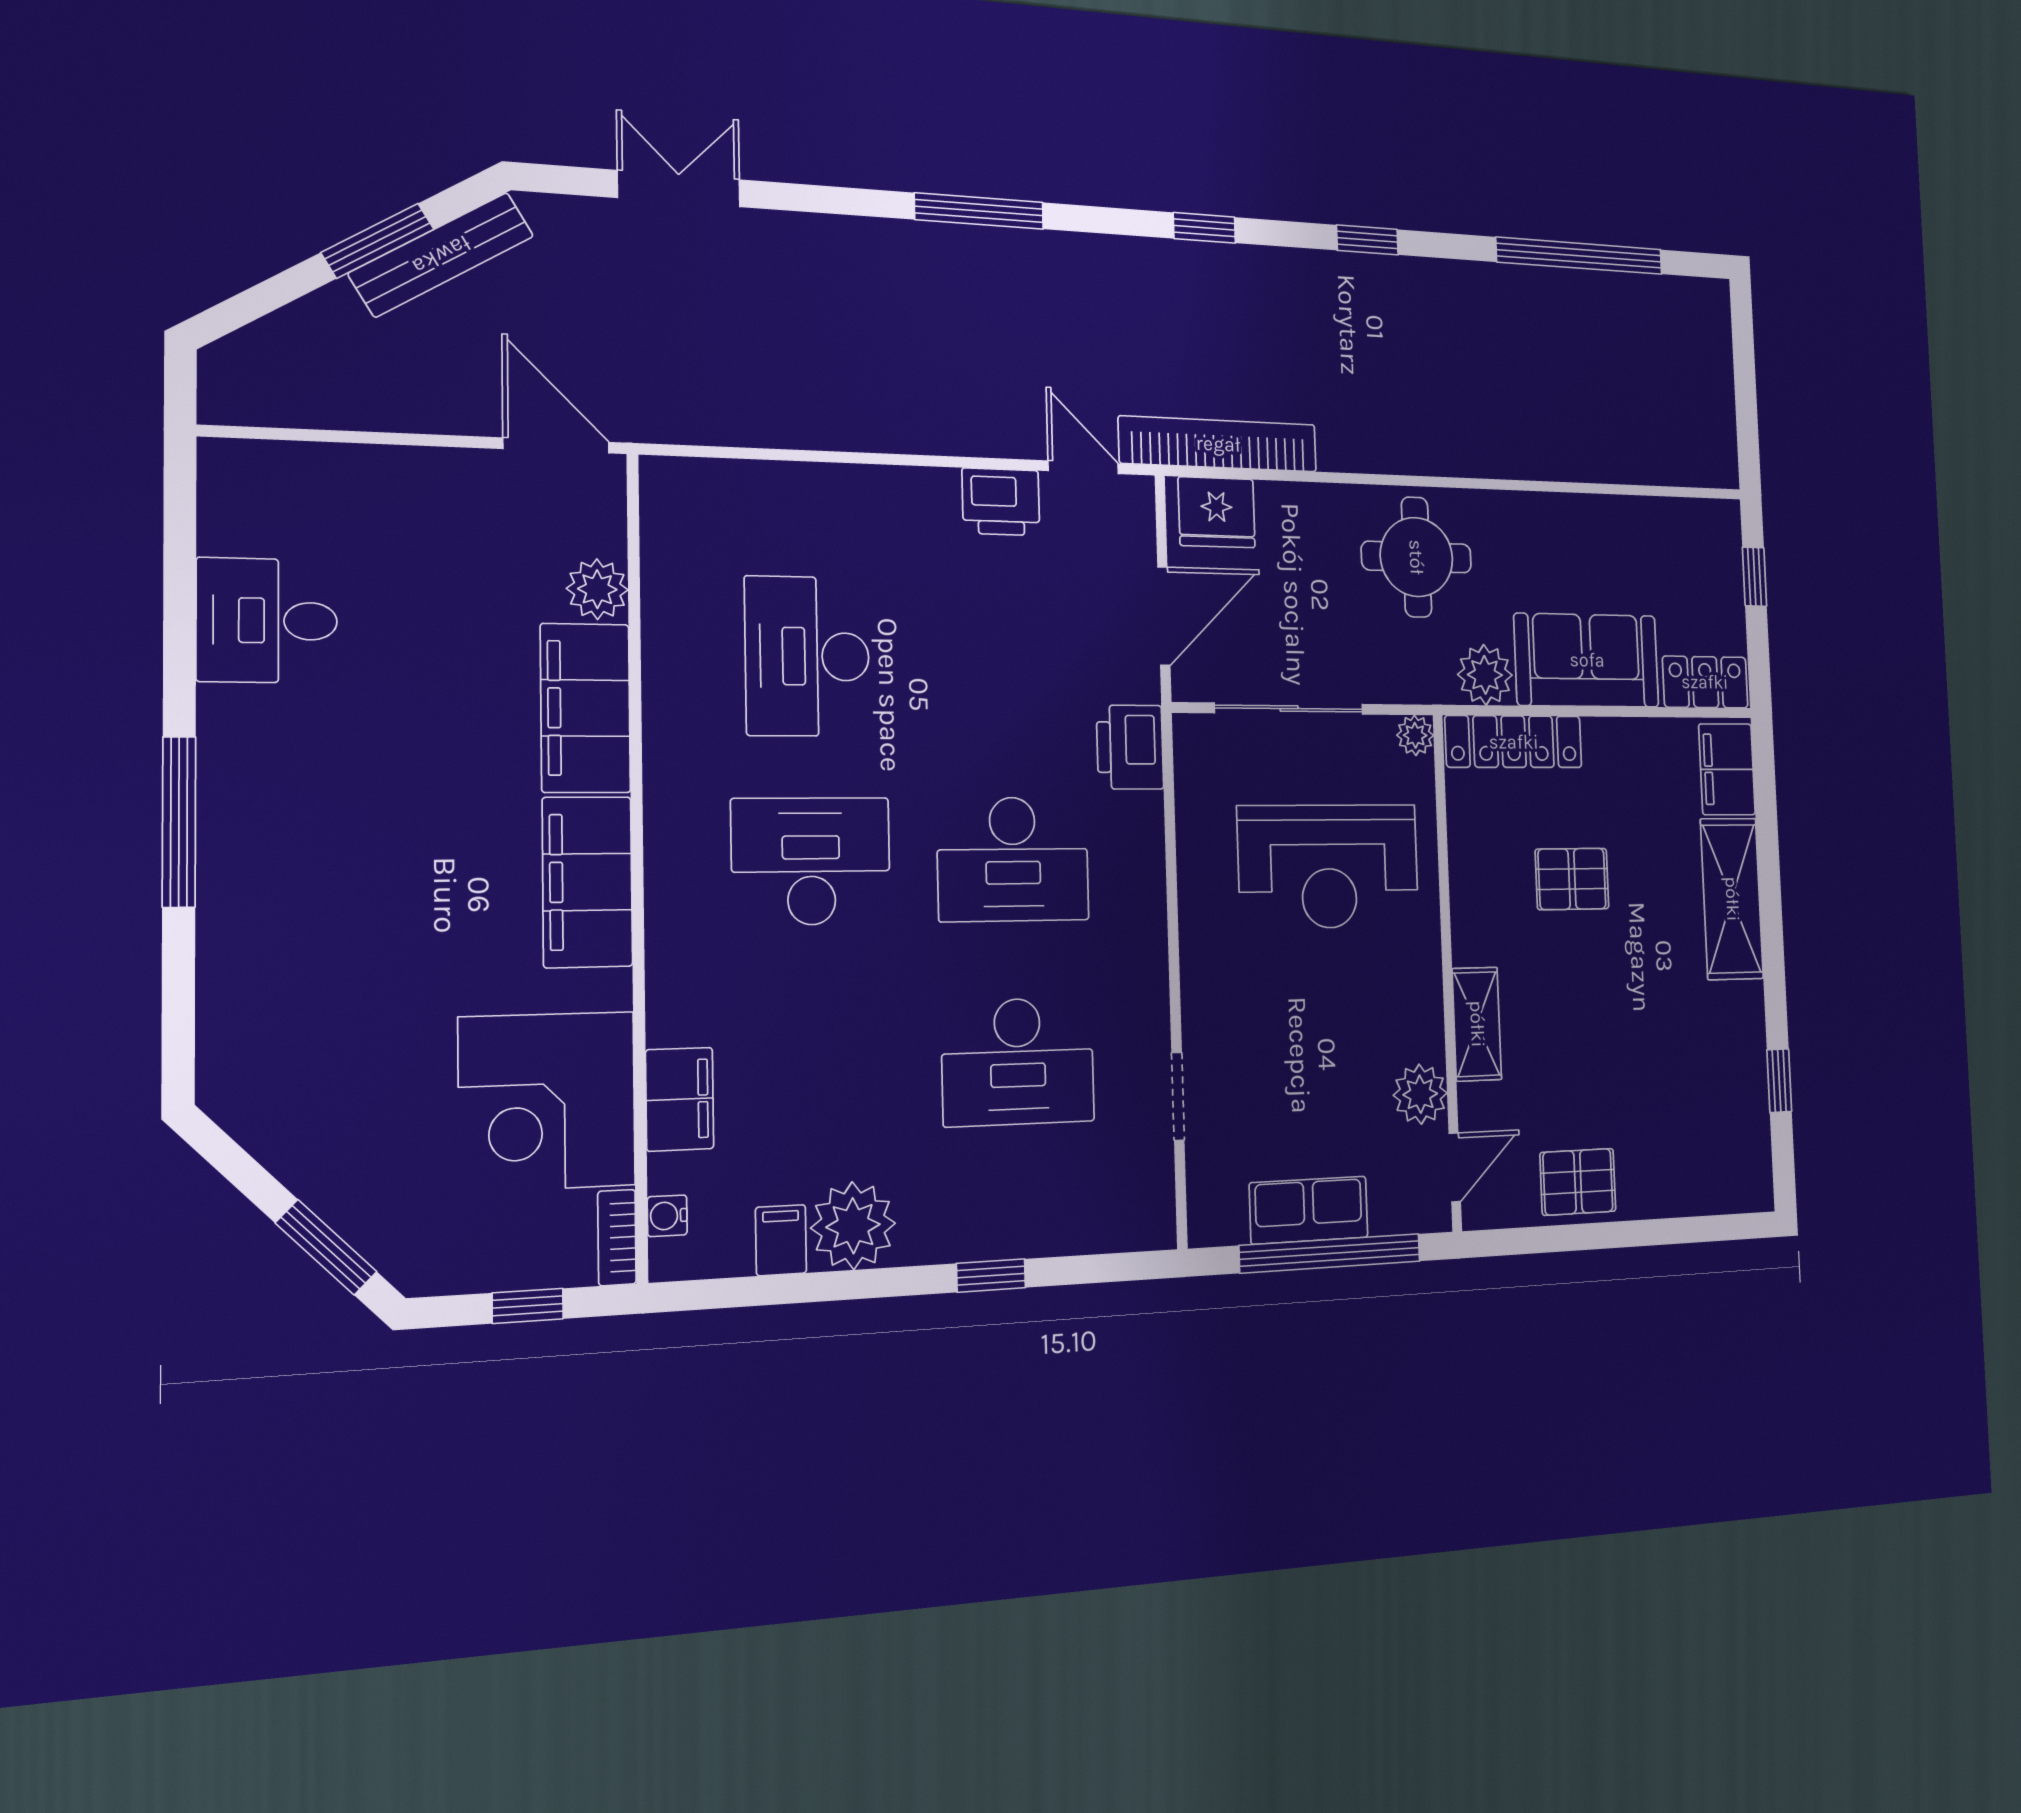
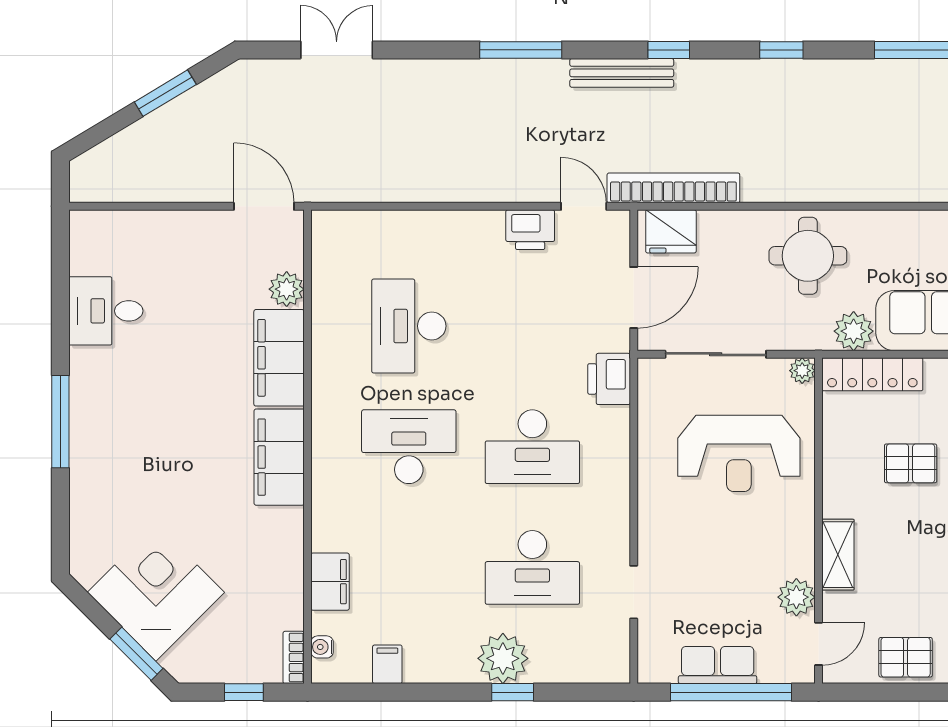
bench: (441, 255) -> (622, 73), moved, turned 31
corner desk: (547, 1101) -> (156, 592), moved, turned 135
plant: (853, 1226) -> (503, 658), moved

